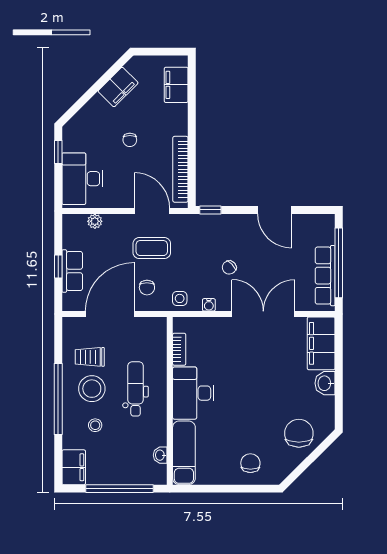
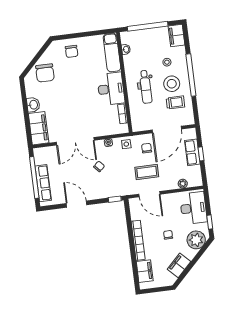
plant: (84, 125) -> (196, 240), added
bookcase: (180, 169) -> (138, 240), moved
row of seats: (325, 276) -> (43, 183), moved

